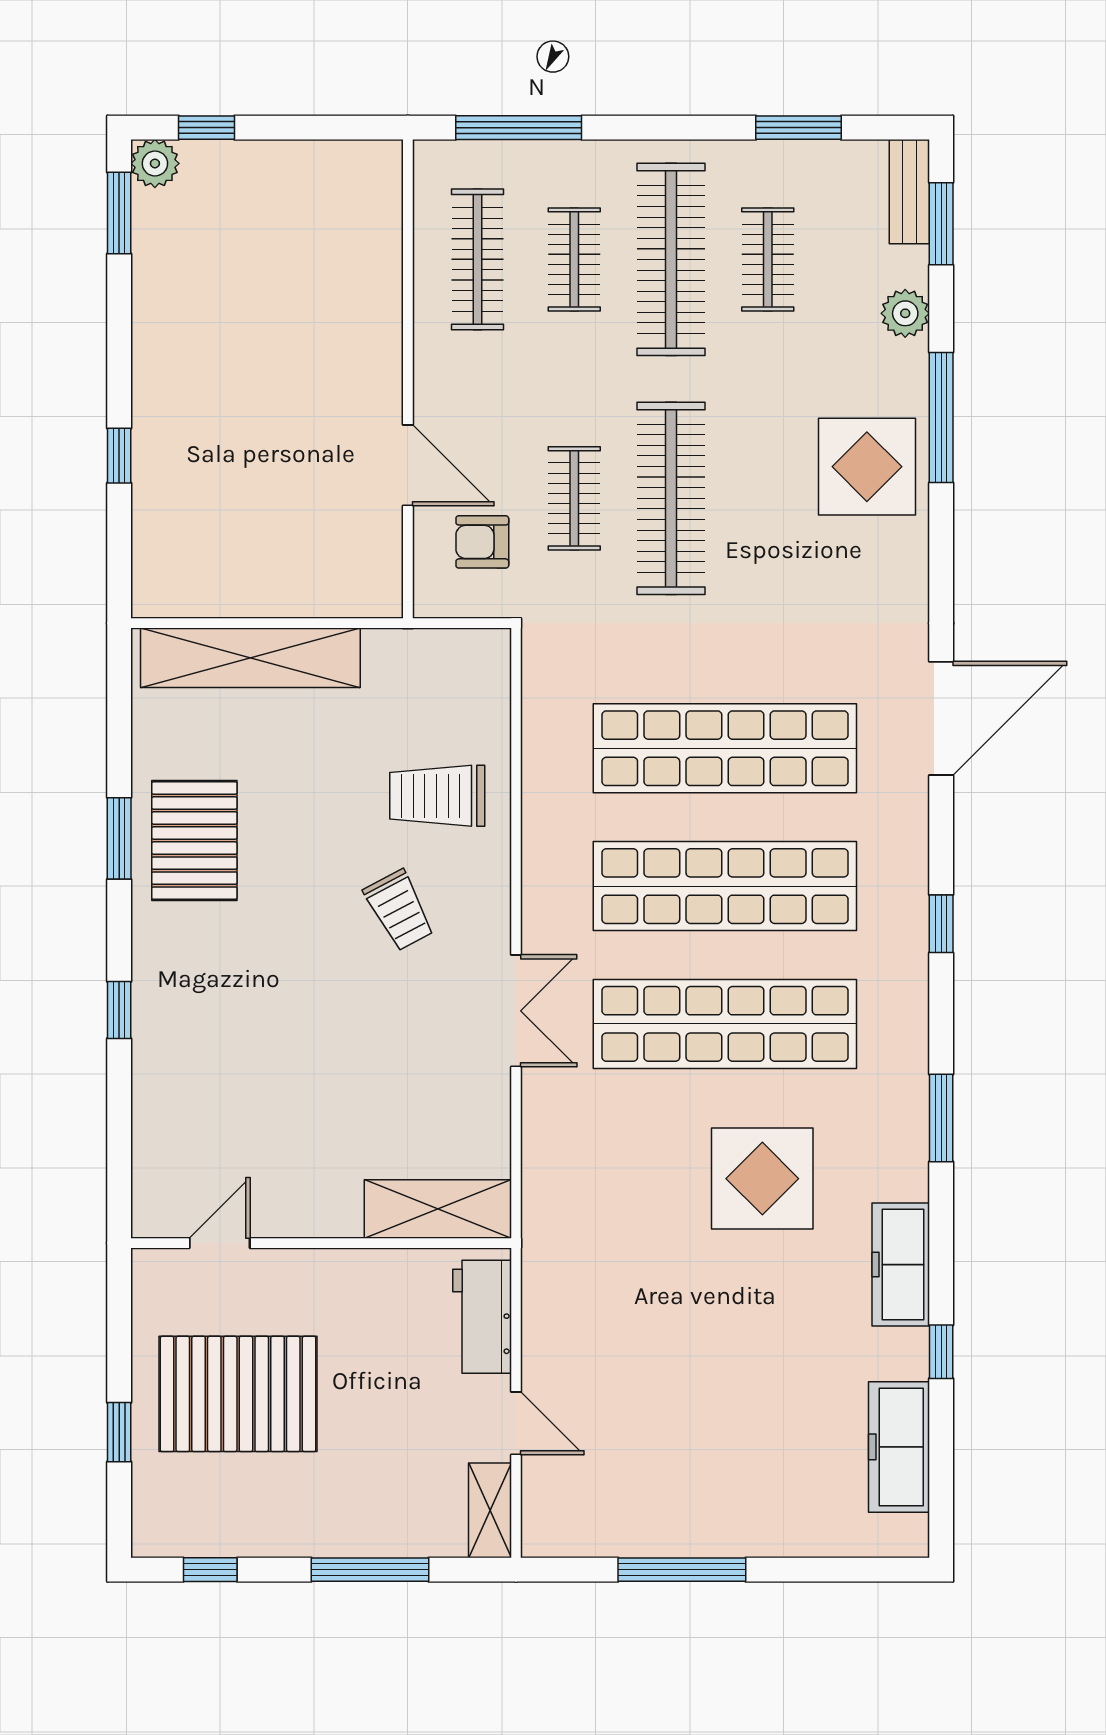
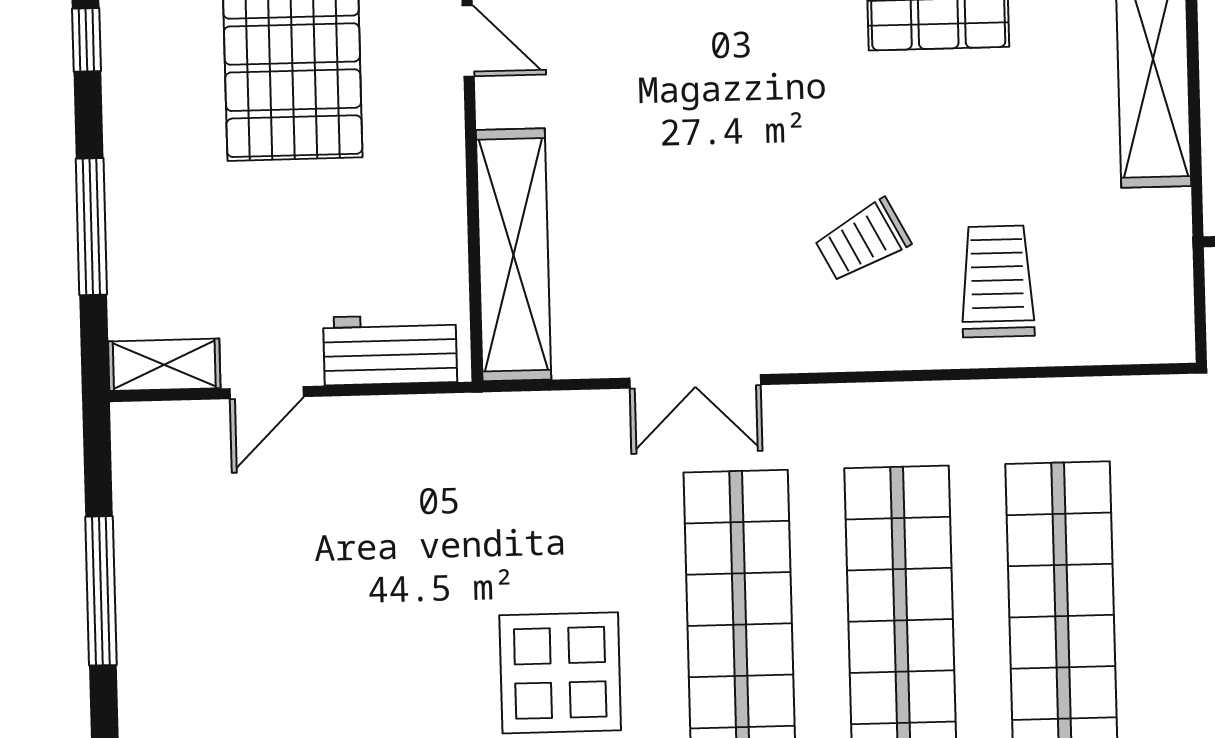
double door: (516, 1011) -> (695, 381), moved
shelving: (438, 1209) -> (514, 255), width x1.47

